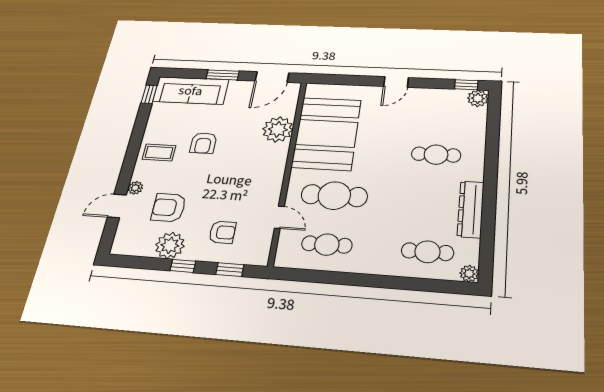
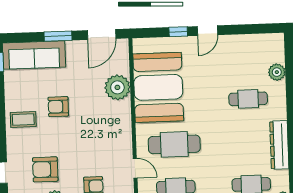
window: (466, 85) -> (178, 32), moved
plant: (478, 98) -> (277, 72), moved
armchair: (203, 143) -> (58, 107), turned 90
plant: (135, 188) -> (13, 155), removed

